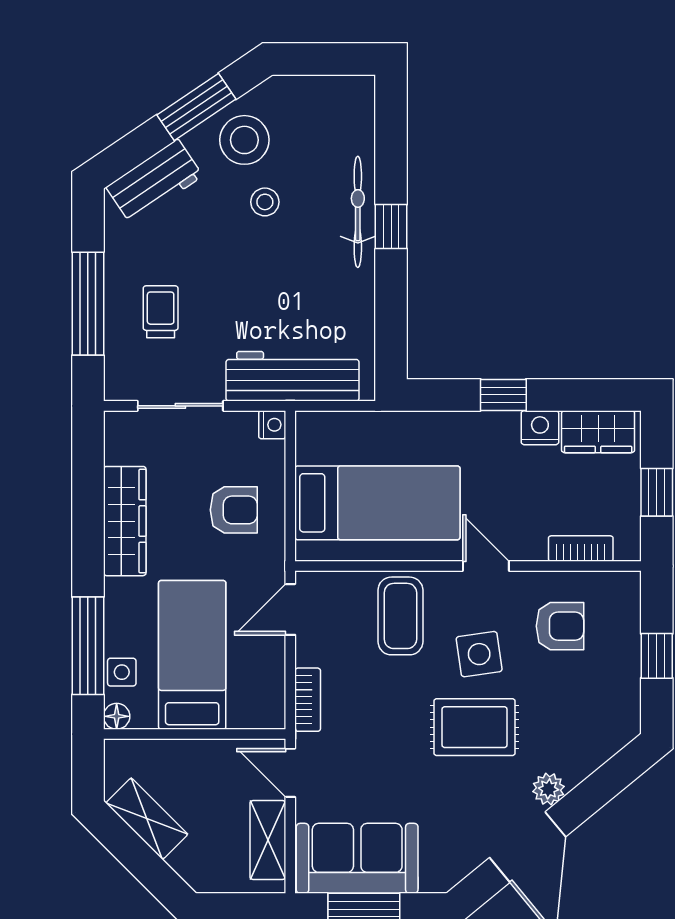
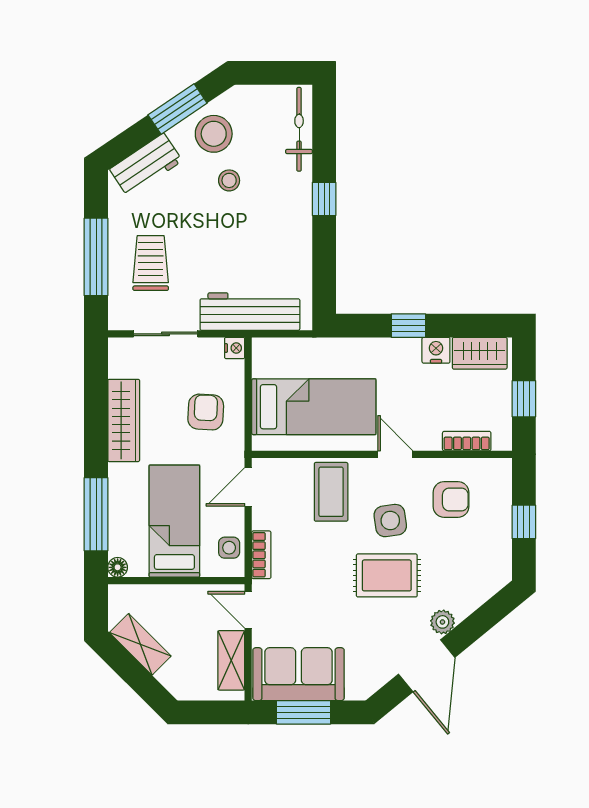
bicycle: (358, 212) -> (299, 129), moved
trolley: (161, 312) -> (151, 263), width x1.36, depth x1.39
armchair: (234, 510) -> (206, 412), turned -87
side table: (122, 672) -> (229, 548), moved

